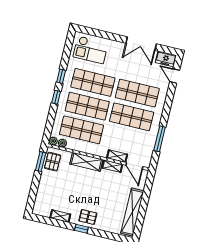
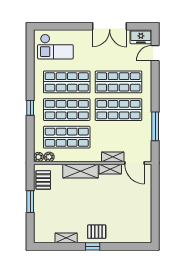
window: (61, 76) -> (30, 83), removed
door: (175, 76) -> (155, 53), hinge flipped
window: (41, 162) -> (30, 202), moved
shelving: (132, 212) -> (144, 214), removed

